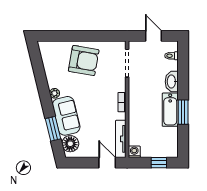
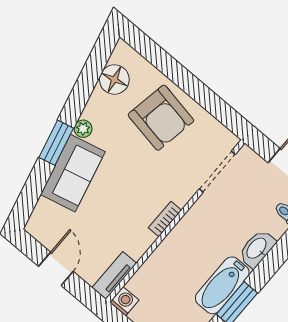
window: (53, 129) -> (56, 143), moved
tv unit: (121, 139) -> (114, 275), width x0.71
floor lamp: (70, 144) -> (114, 80), moved
door: (107, 163) -> (56, 269), moved

